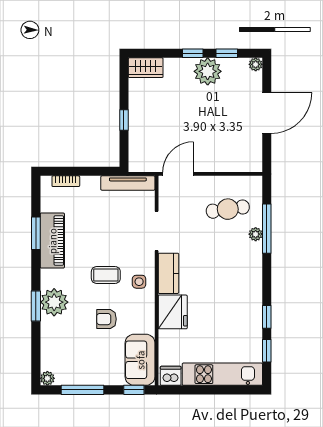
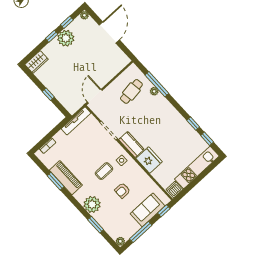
window: (36, 306) -> (96, 225), moved
sofa: (140, 360) -> (148, 210), moved, turned 90

